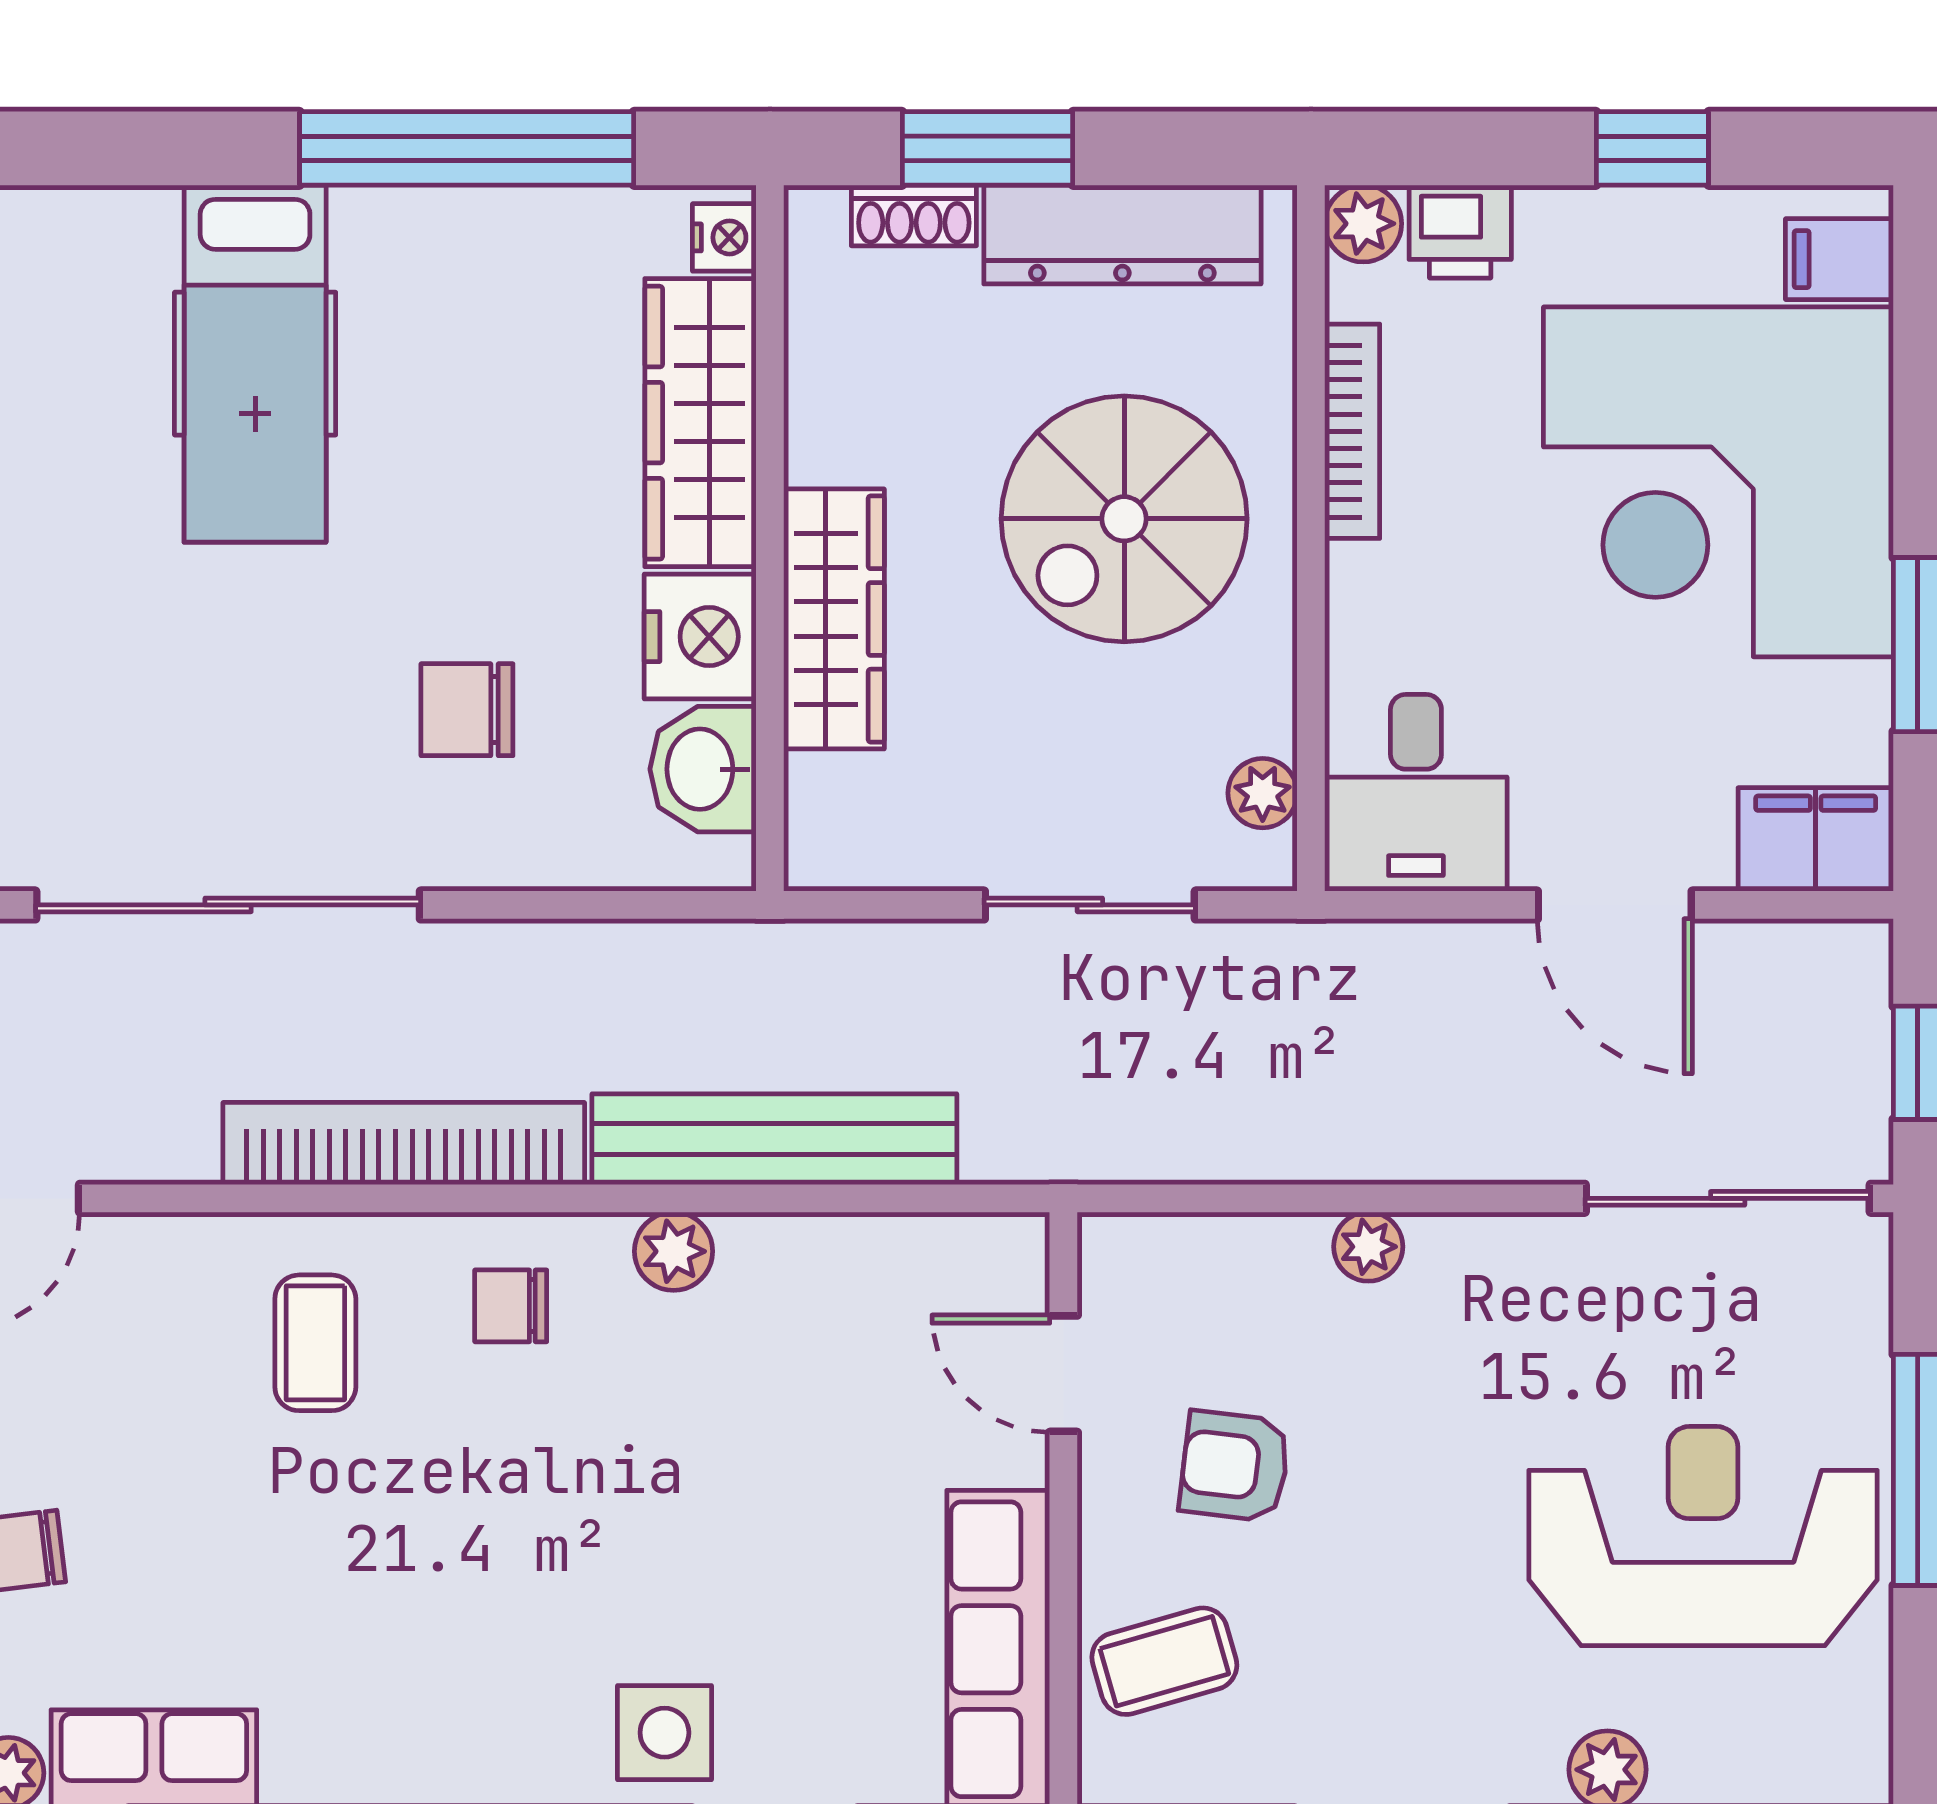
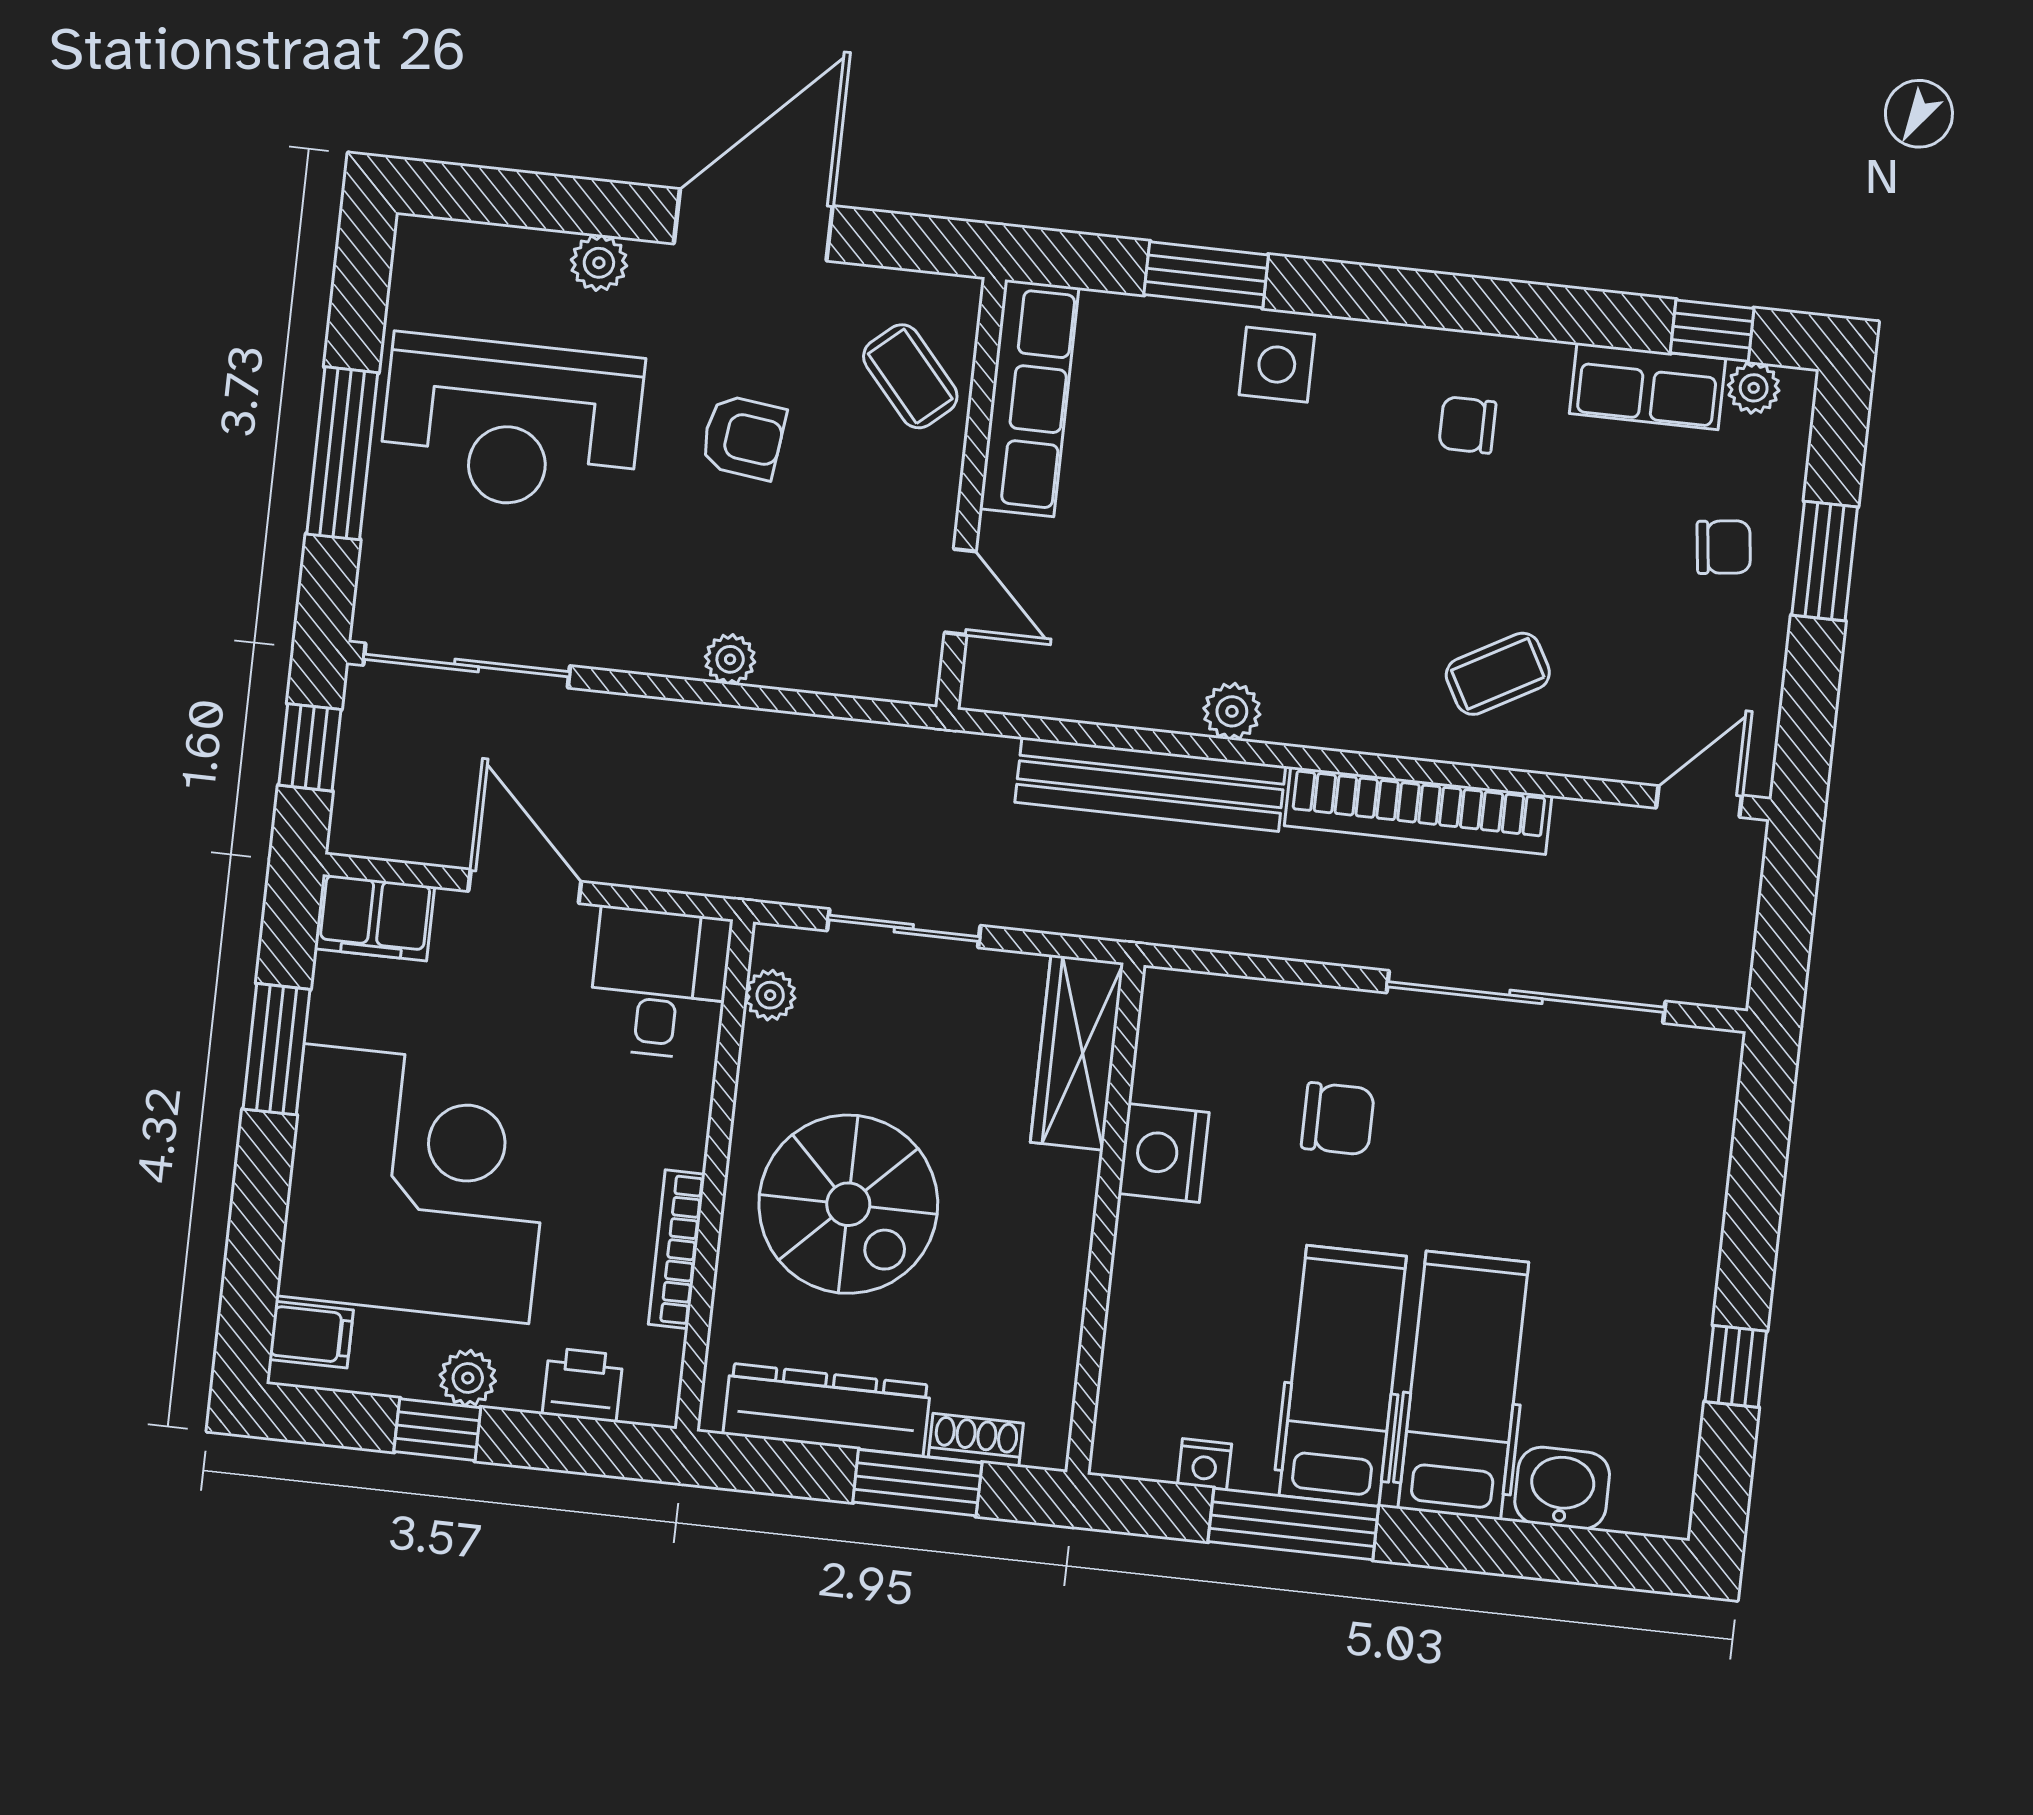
window: (467, 148) -> (1293, 1524), width x0.68
plant: (1363, 224) -> (468, 1378), moved
nightstand: (724, 237) -> (1205, 1464), moved, turned -90
hospital bed: (421, 359) -> (1343, 1376), added
wardrobe: (700, 423) -> (1146, 1307), removed
spiral stairs: (1124, 519) -> (848, 1204), turned 90
wardrobe: (834, 619) -> (1077, 1052), moved
washbasin: (703, 769) -> (1562, 1488), moved, turned -90
chair: (511, 1306) -> (1467, 425), moved, turned 180
coffee table: (315, 1343) -> (1498, 674), turned 61
armchair: (1235, 1466) -> (743, 437), moved
coffee table: (1164, 1661) -> (910, 376), turned 65

